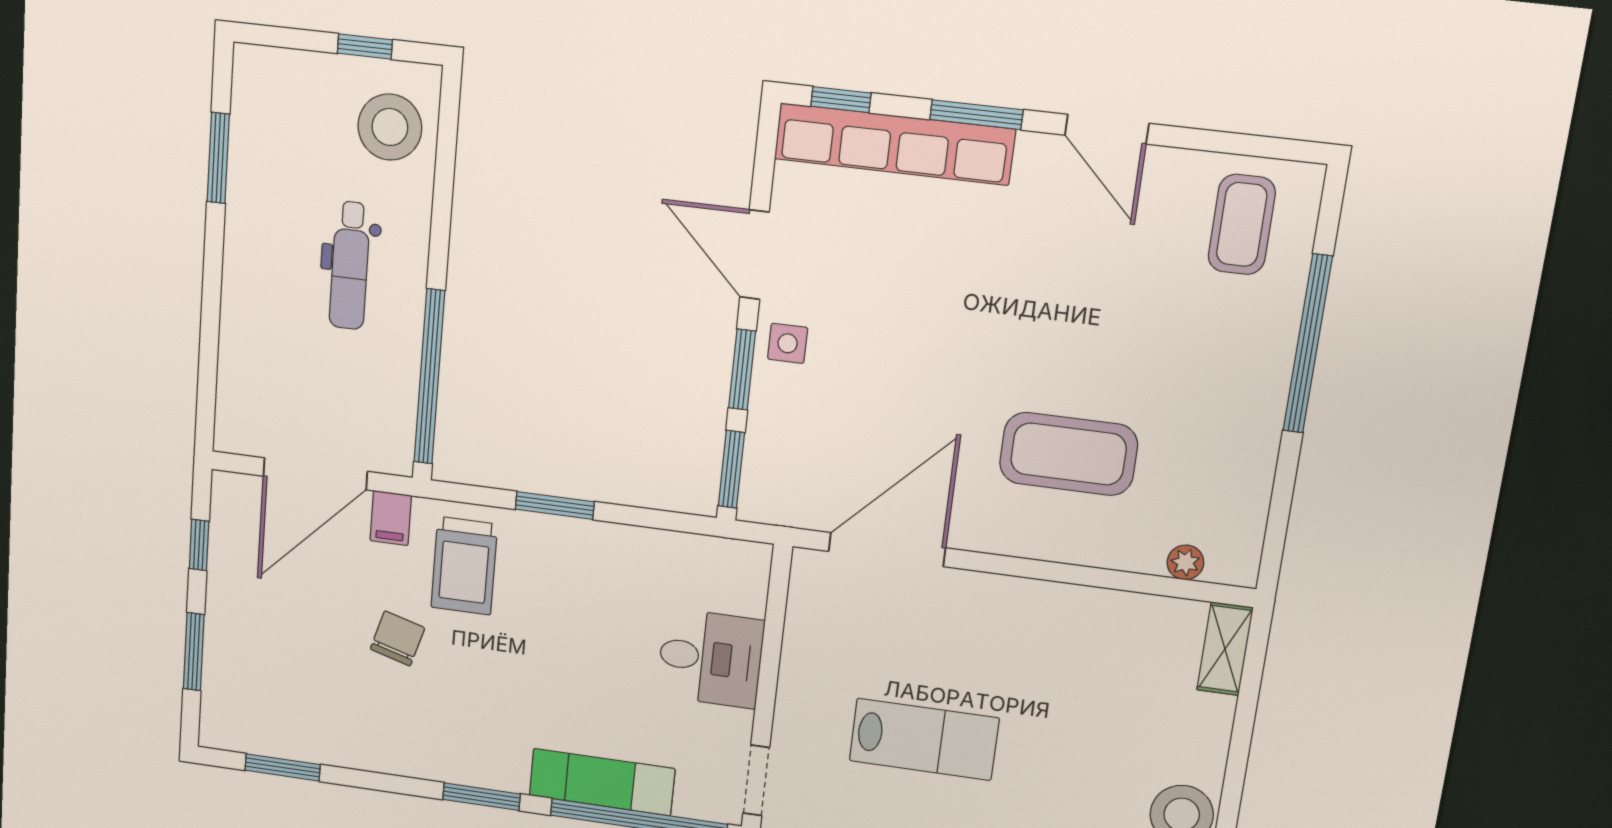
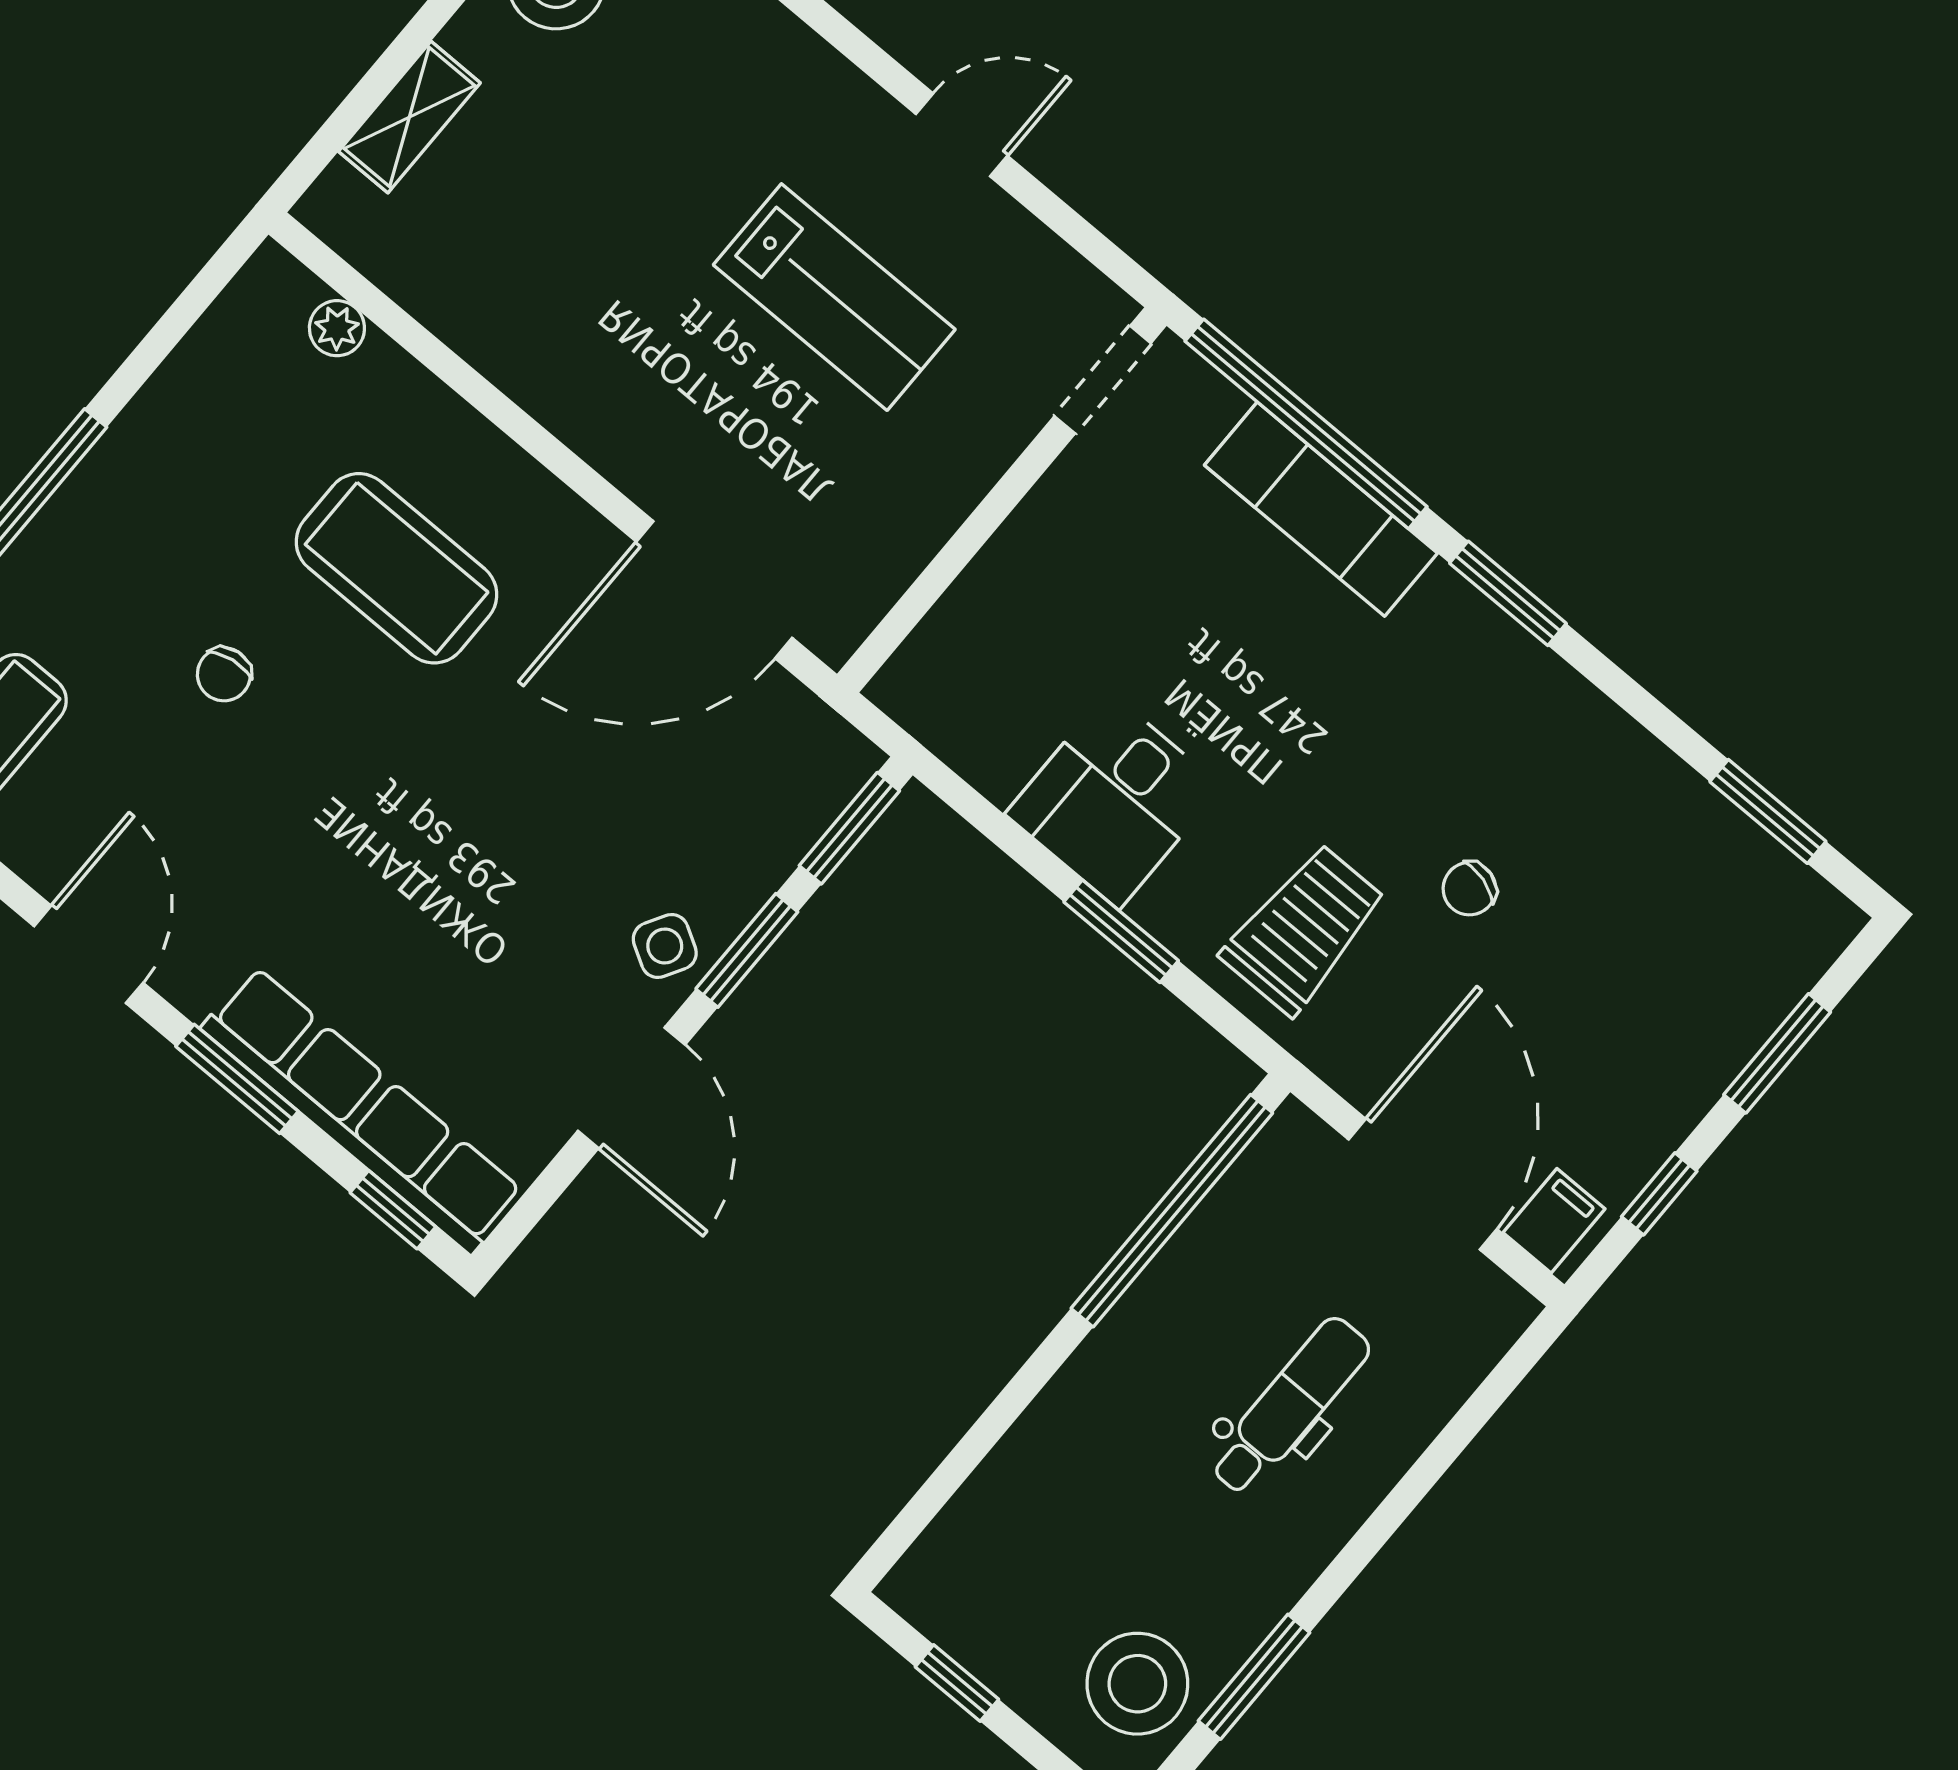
stool: (390, 127) -> (1137, 1684), moved
dental chair: (350, 265) -> (1290, 1406), moved
chair: (1129, 336) -> (224, 674), added
side table: (788, 343) -> (665, 946), turned 30
door: (315, 474) -> (1423, 1184), hinge flipped
filing cabinet: (391, 518) -> (1554, 1221), moved
chair: (397, 639) -> (1469, 889), width x0.73, depth x0.73
shelving: (1225, 649) -> (409, 117), moved
desk: (710, 658) -> (1114, 800), moved, turned -90
lab bench: (924, 739) -> (834, 297), turned 180

